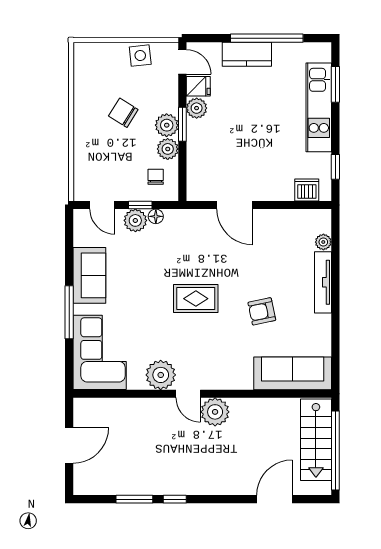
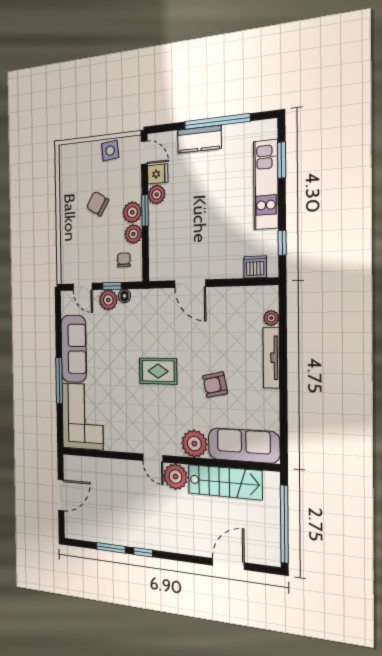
sofa: (89, 275) -> (74, 349), width x1.36
plant: (161, 375) -> (194, 444), moved
stairs: (316, 440) -> (225, 482), moved, turned -90

